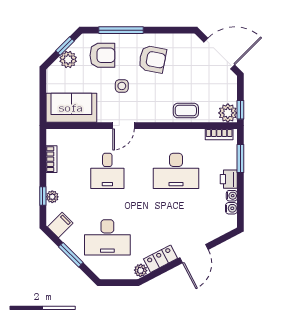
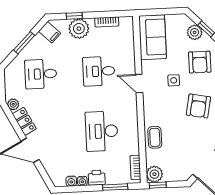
plant: (52, 197) -> (79, 29), width x1.88, depth x1.88
desk: (107, 237) -> (41, 74), width x0.73

